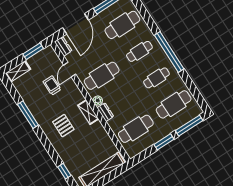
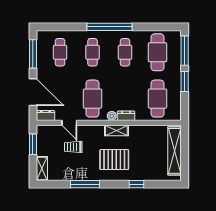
cafe table: (122, 25) -> (60, 52), width x0.73, depth x0.74
pallet: (63, 126) -> (114, 160), width x1.50, depth x1.42
window: (64, 171) -> (137, 184), moved

